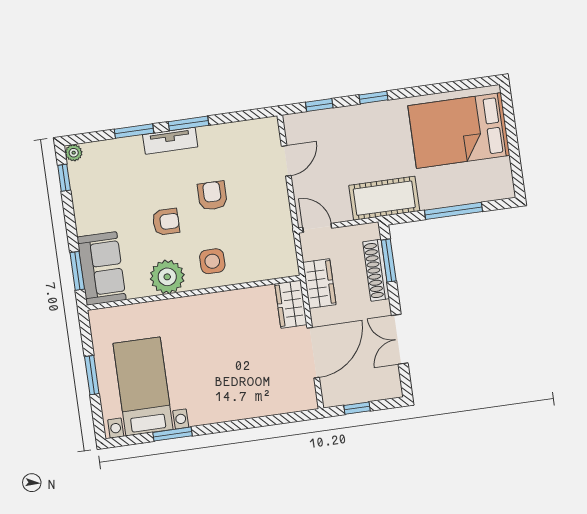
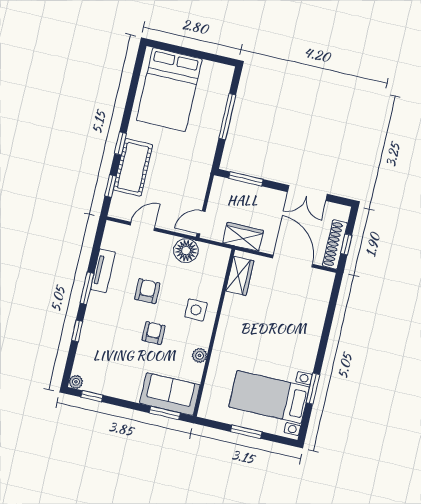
window: (134, 131) -> (77, 331), width x0.67
tv unit: (170, 141) -> (103, 271), moved
door: (286, 161) -> (143, 226), hinge flipped
armchair: (212, 196) -> (147, 291), turned 90
cot: (384, 198) -> (133, 167), moved
floor lamp: (277, 223) -> (186, 251), added
shoe rack: (376, 270) -> (335, 244), moved, turned 90
plant: (167, 277) -> (200, 355), width x0.53, depth x0.53
wardrobe: (291, 304) -> (240, 276), moved, turned -90

